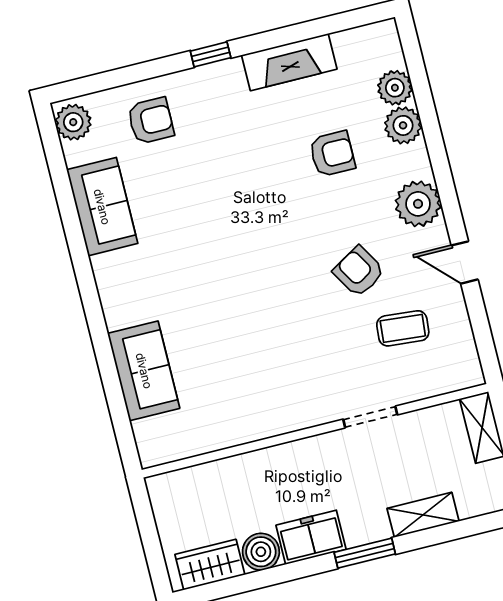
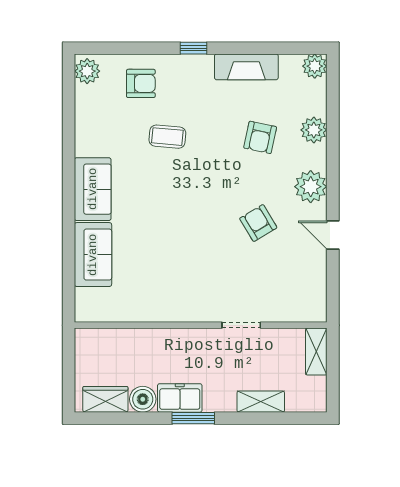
plant: (395, 88) -> (315, 66), moved
armchair: (332, 154) -> (260, 137), turned 102
sofa: (102, 207) -> (93, 189), moved
coffee table: (403, 328) -> (167, 137), moved
window: (365, 553) -> (193, 418), moved

